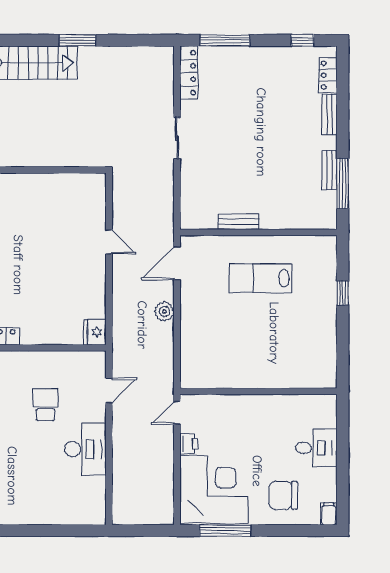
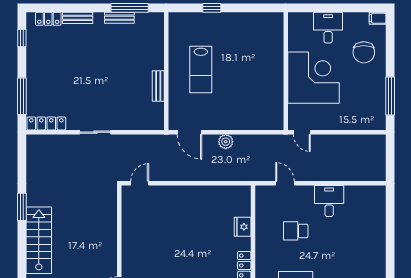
door: (109, 242) -> (140, 183), moved
fridge: (95, 332) -> (243, 227), moved, turned 90
printer: (189, 444) -> (325, 123), removed
desk: (85, 449) -> (329, 201), width x0.73
corner desk: (214, 489) -> (313, 78), moved, turned 90

